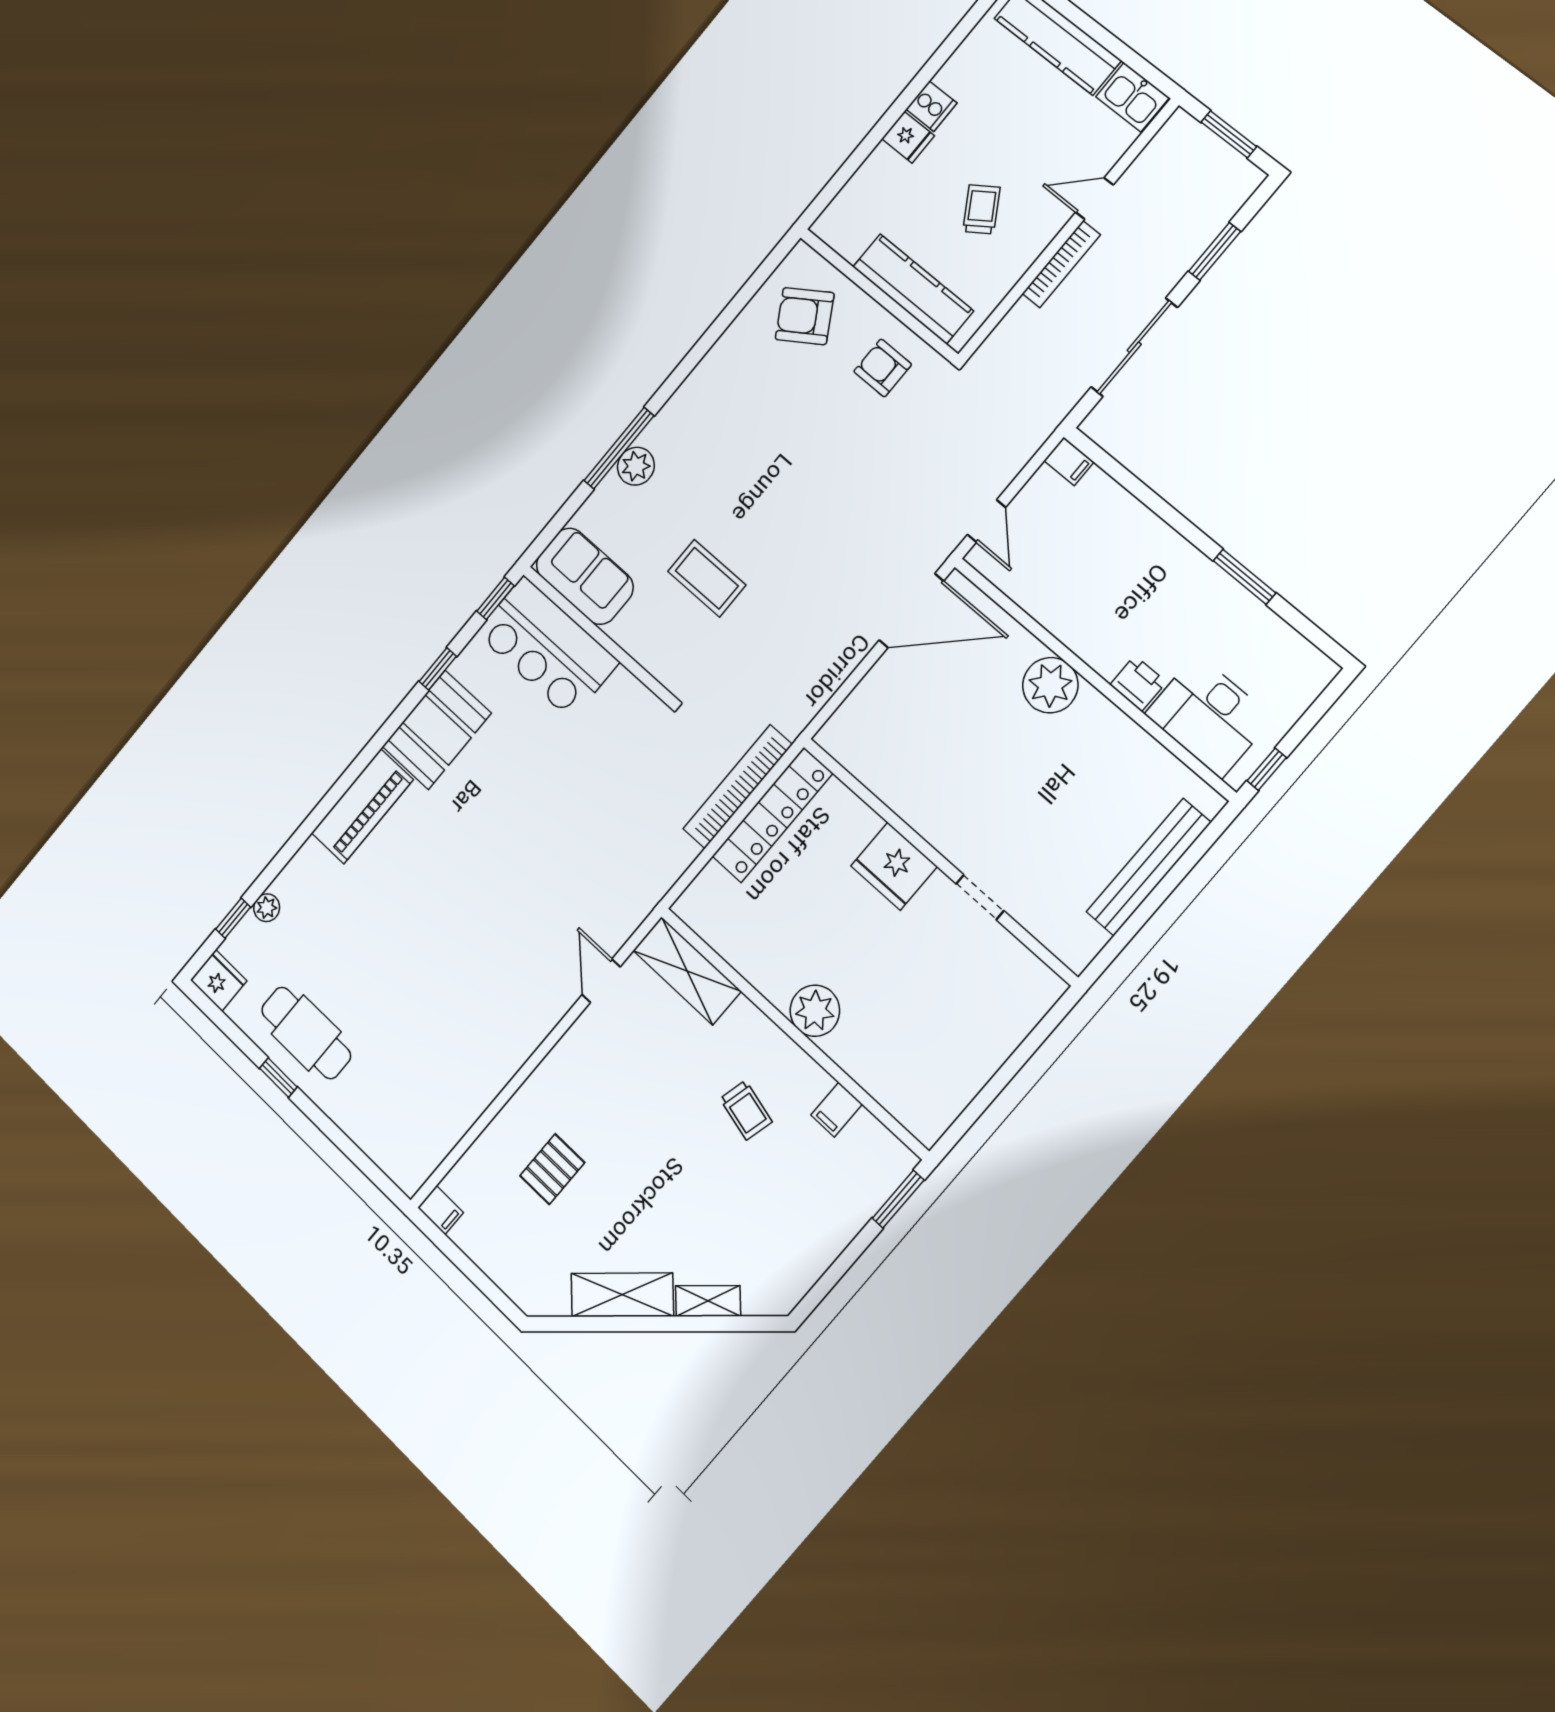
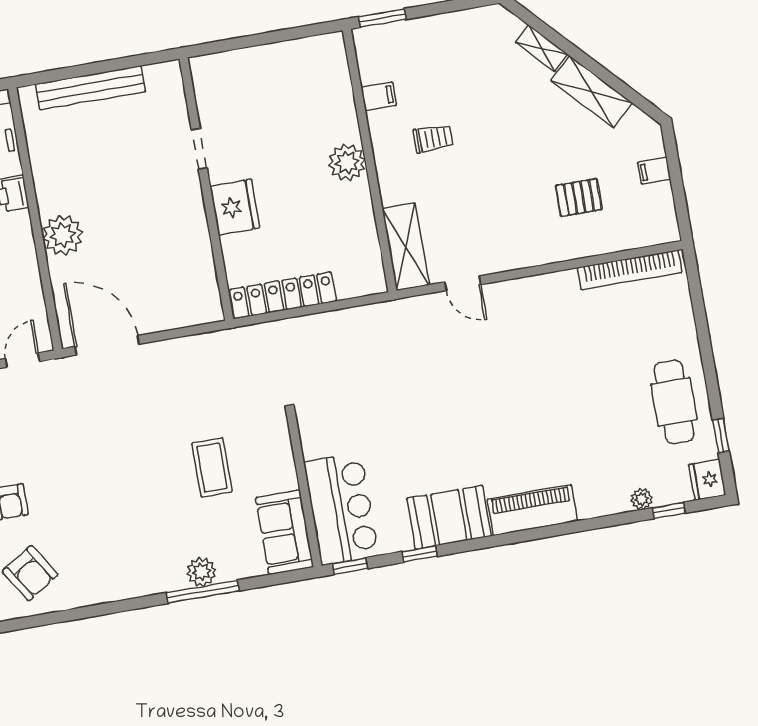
bookcase: (738, 787) -> (630, 270), moved
door: (601, 981) -> (463, 283), hinge flipped
window: (278, 1078) -> (721, 436), moved
trolley: (746, 1110) -> (433, 139), turned 76
filing cabinet: (441, 1210) -> (654, 171), moved, turned -90

